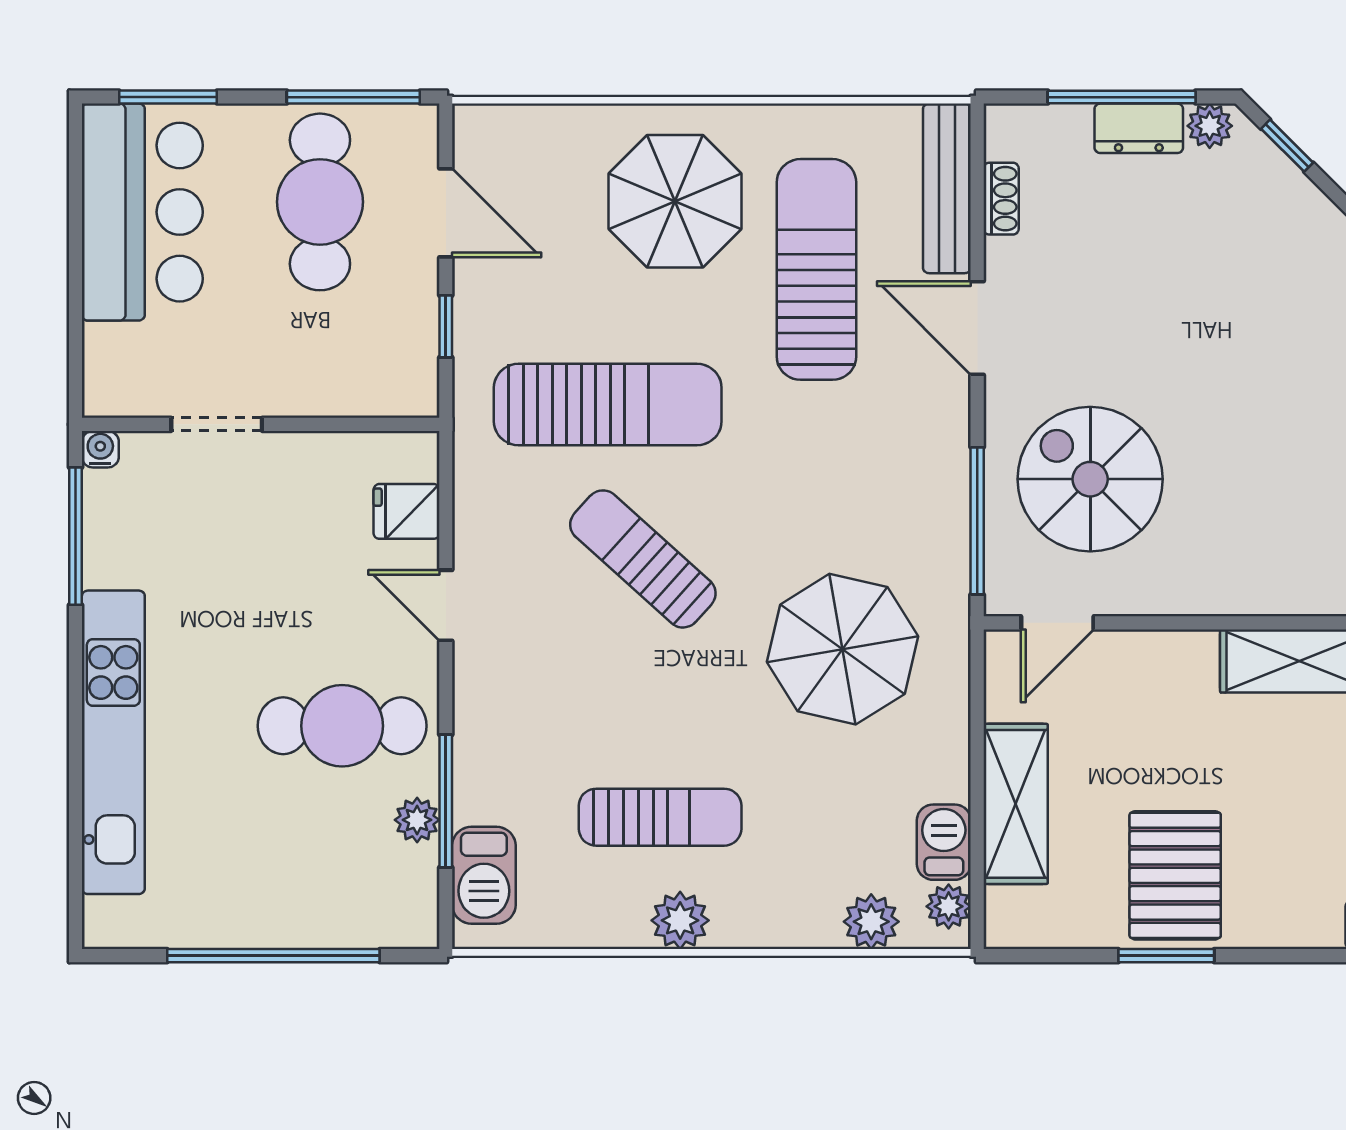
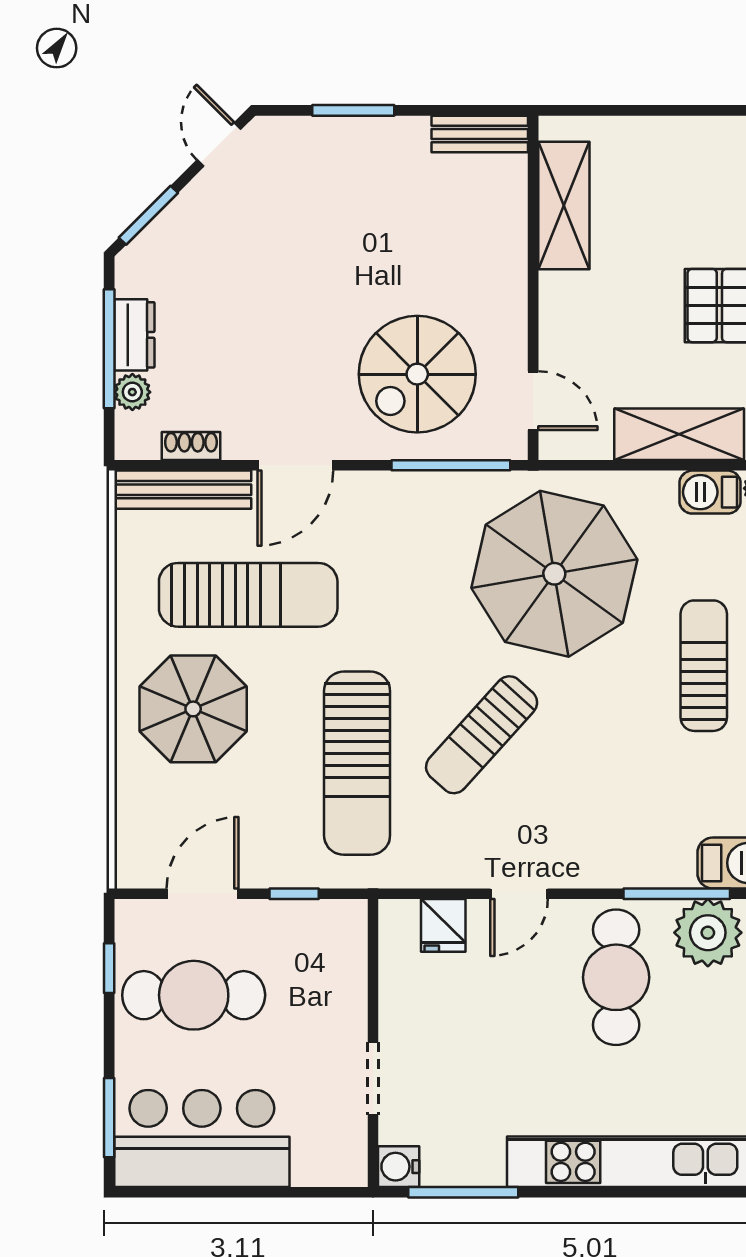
window: (353, 97) -> (109, 968), width x0.46
plant: (1210, 126) -> (132, 392), moved
window: (1287, 146) -> (148, 215), width x1.50
sun lounger: (816, 269) -> (248, 595), turned 180
sun lounger: (608, 405) -> (357, 763), turned 180
water cooler: (100, 449) -> (399, 1167), width x1.38, depth x1.38
parasol: (843, 649) -> (554, 574), width x1.36, depth x1.36
sun lounger: (660, 817) -> (704, 666), moved
plant: (417, 820) -> (708, 933), width x1.88, depth x1.88

